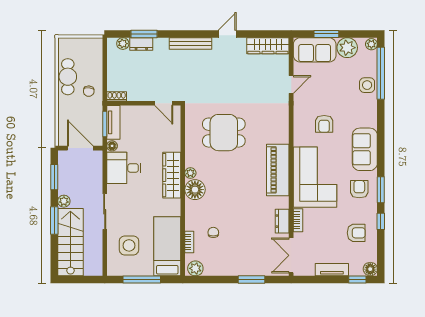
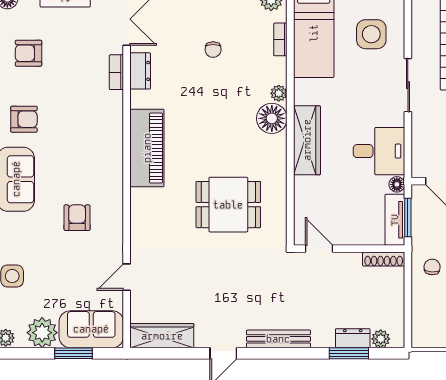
shoe rack: (117, 96) -> (384, 259), width x1.43
plant: (190, 173) -> (279, 93), moved
corner sofa: (315, 177) -> (91, 137), removed
armchair: (359, 189) -> (24, 119), turned -90
chair: (213, 232) -> (213, 50), moved

